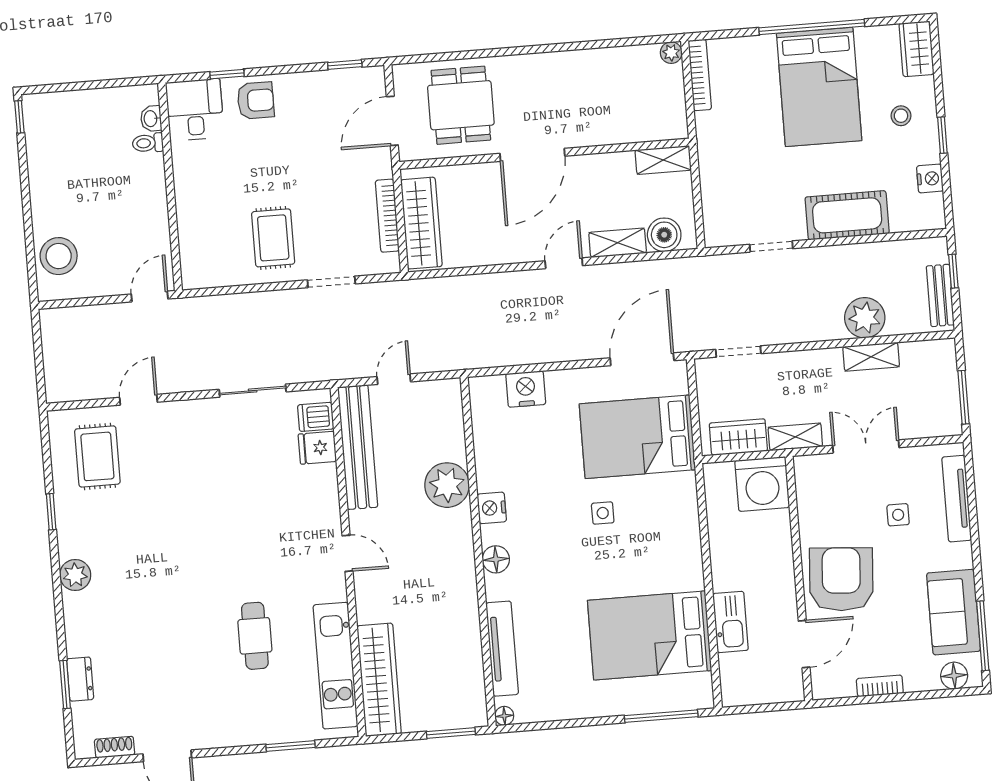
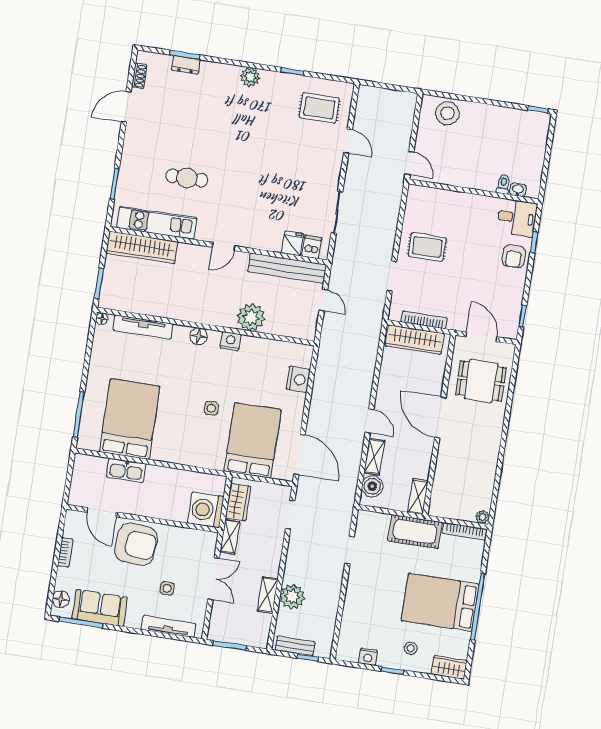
cot: (847, 215) -> (415, 532), moved, turned 90

